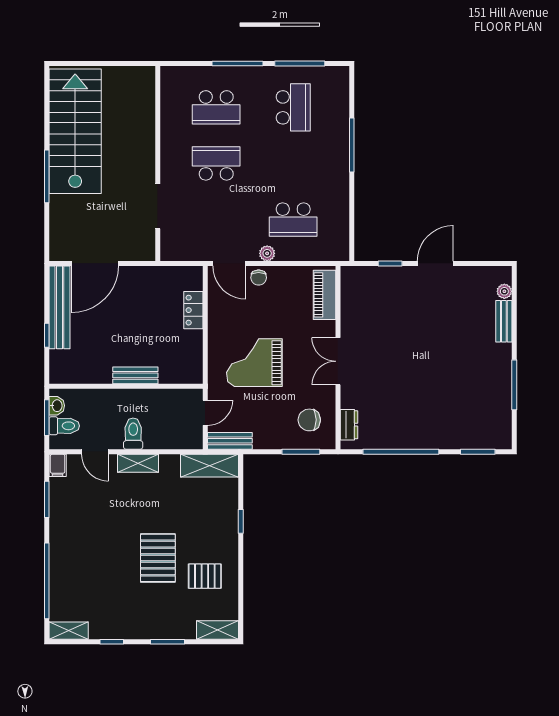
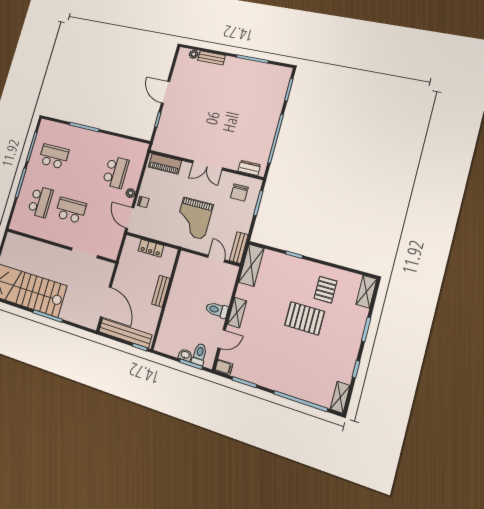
school desk: (216, 163) -> (71, 210), turned 90
door: (229, 263) -> (130, 218), swing flipped
bench: (135, 375) -> (161, 291), moved
wall: (126, 386) -> (166, 299), moved

